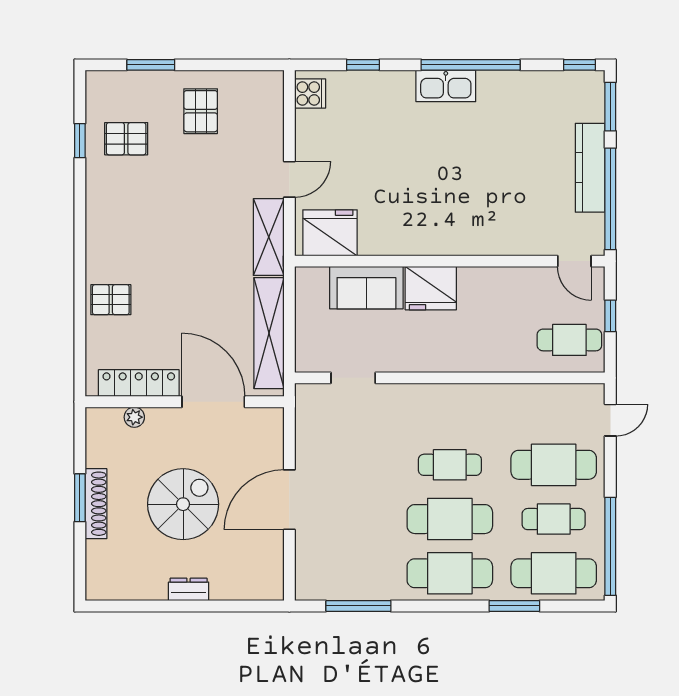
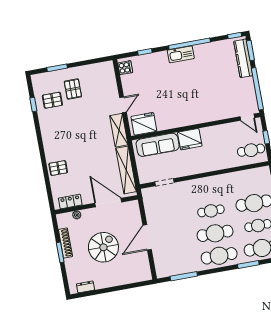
pallet: (201, 111) -> (73, 89), moved
kitchen counter: (590, 168) -> (243, 58), moved
sofa: (366, 288) -> (158, 145), width x1.36
locker: (139, 383) -> (70, 201), width x0.66
shoe rack: (96, 504) -> (65, 243), moved
dresser: (189, 589) -> (85, 287), moved

